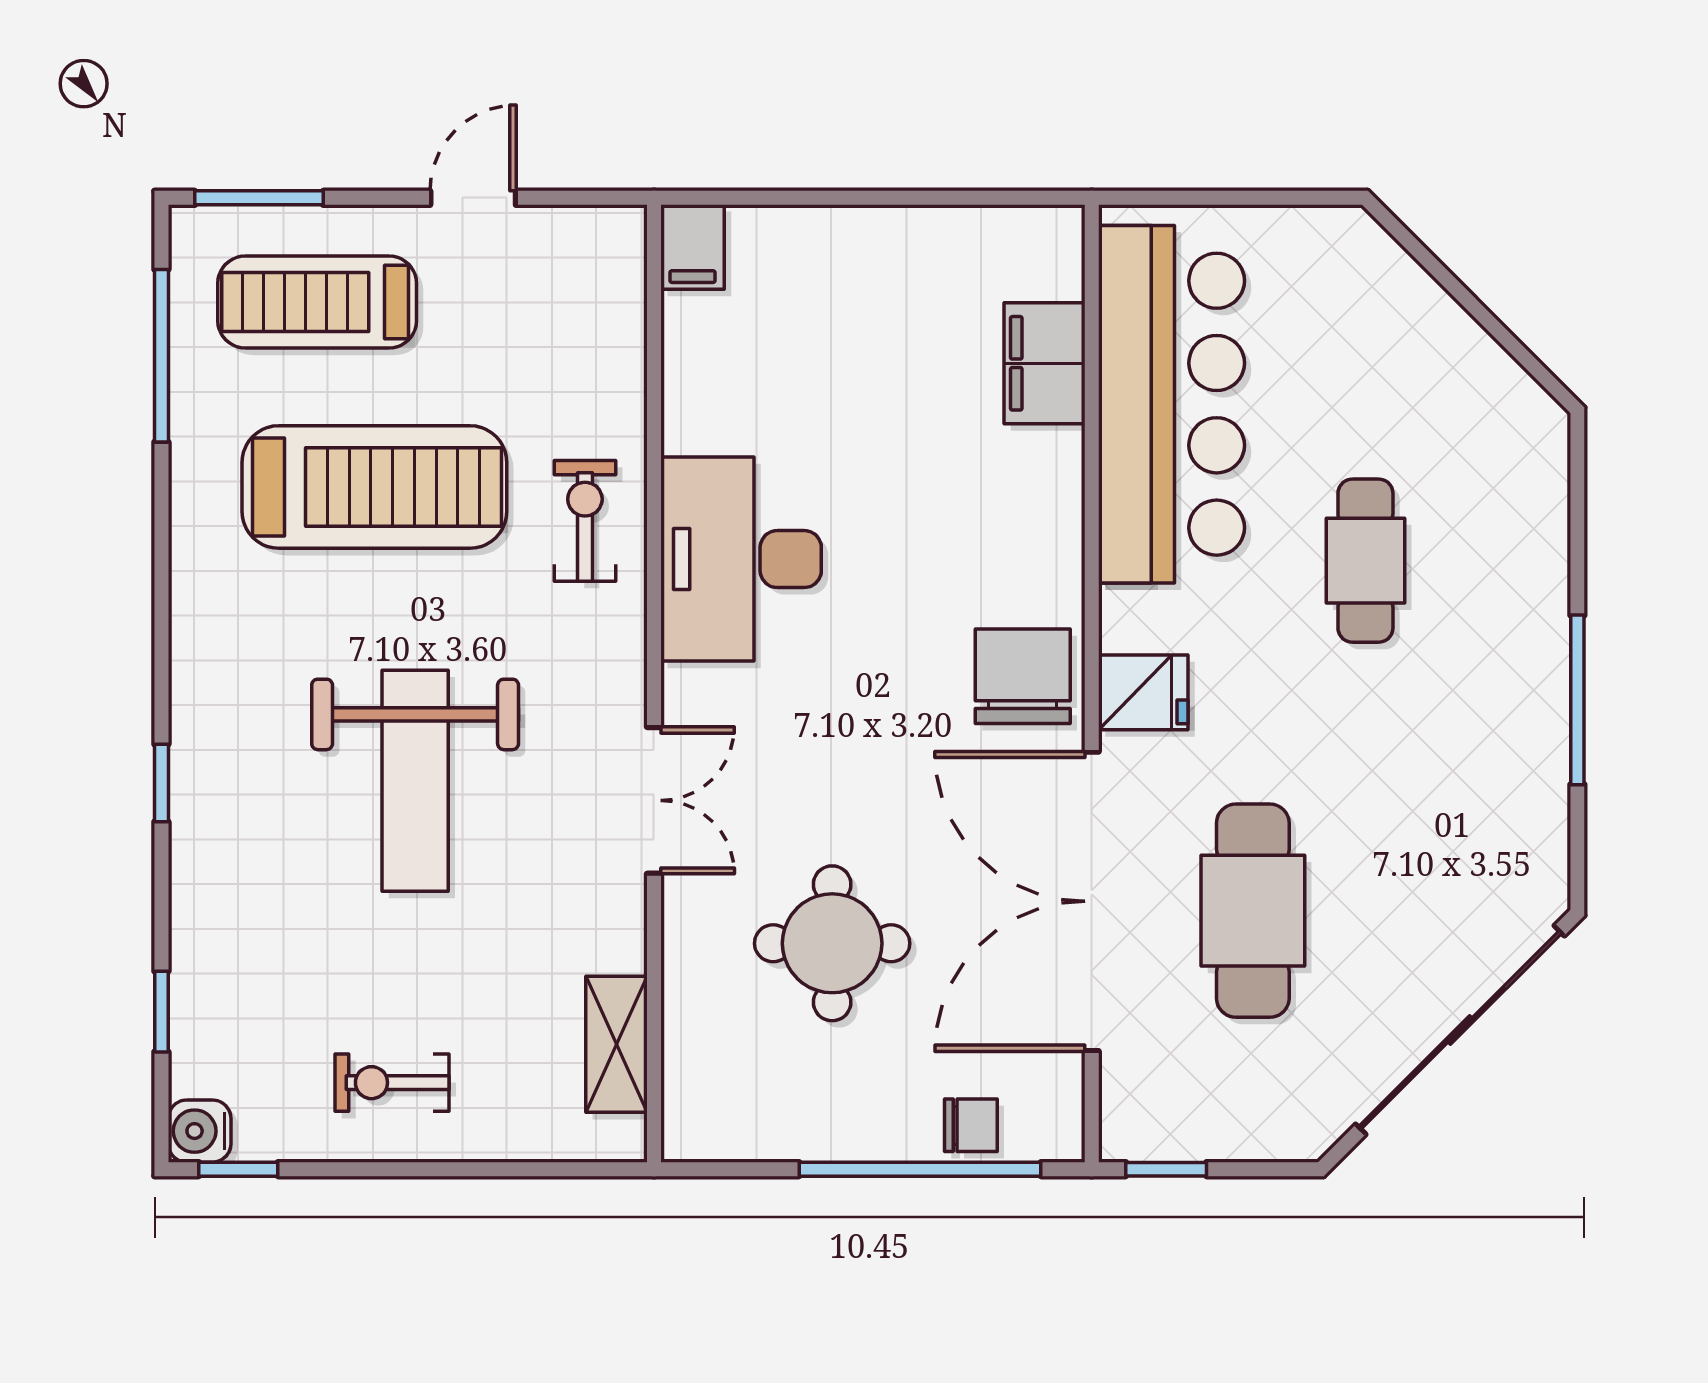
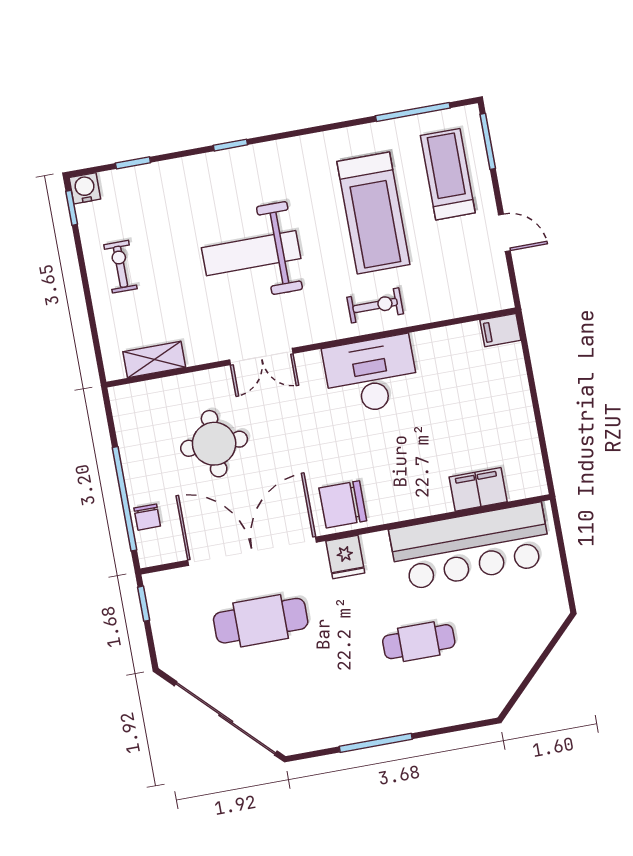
chair: (1023, 676) -> (343, 504), turned 180

